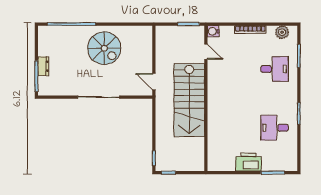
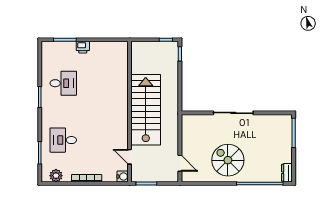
dresser: (43, 66) -> (287, 173), moved
door: (154, 82) -> (180, 163), moved
printer: (248, 162) -> (83, 47), width x0.53, depth x0.68

